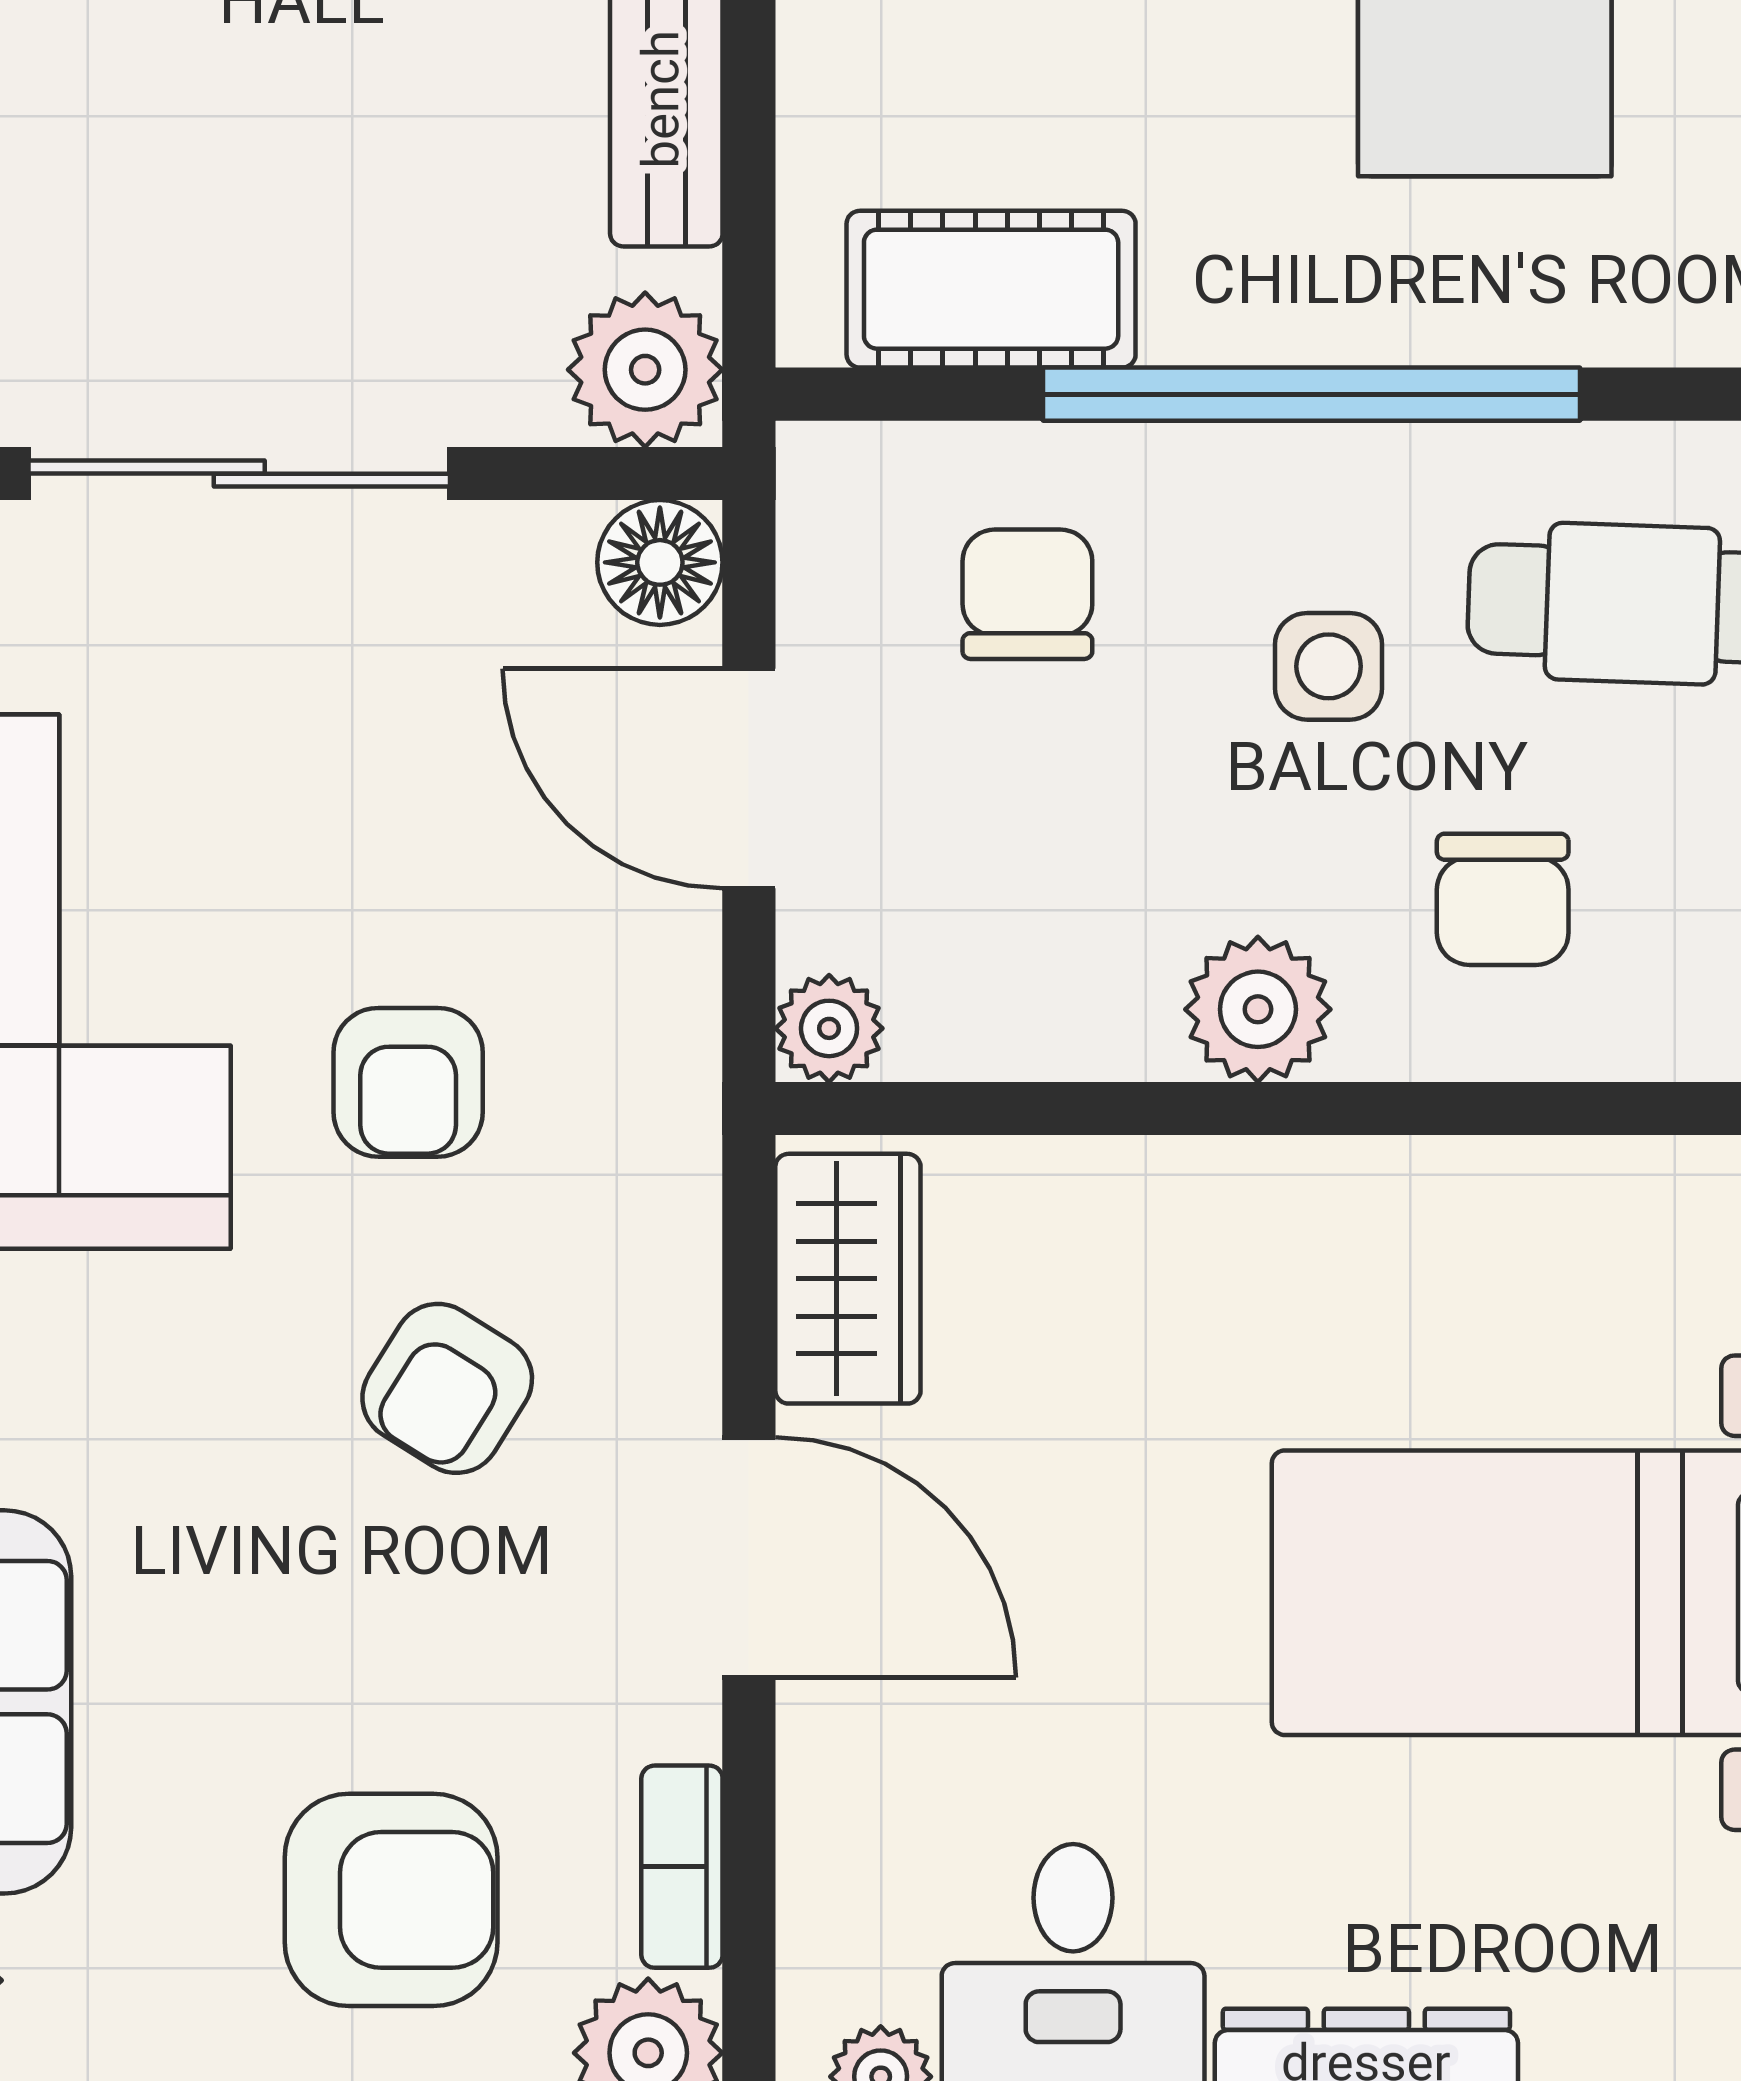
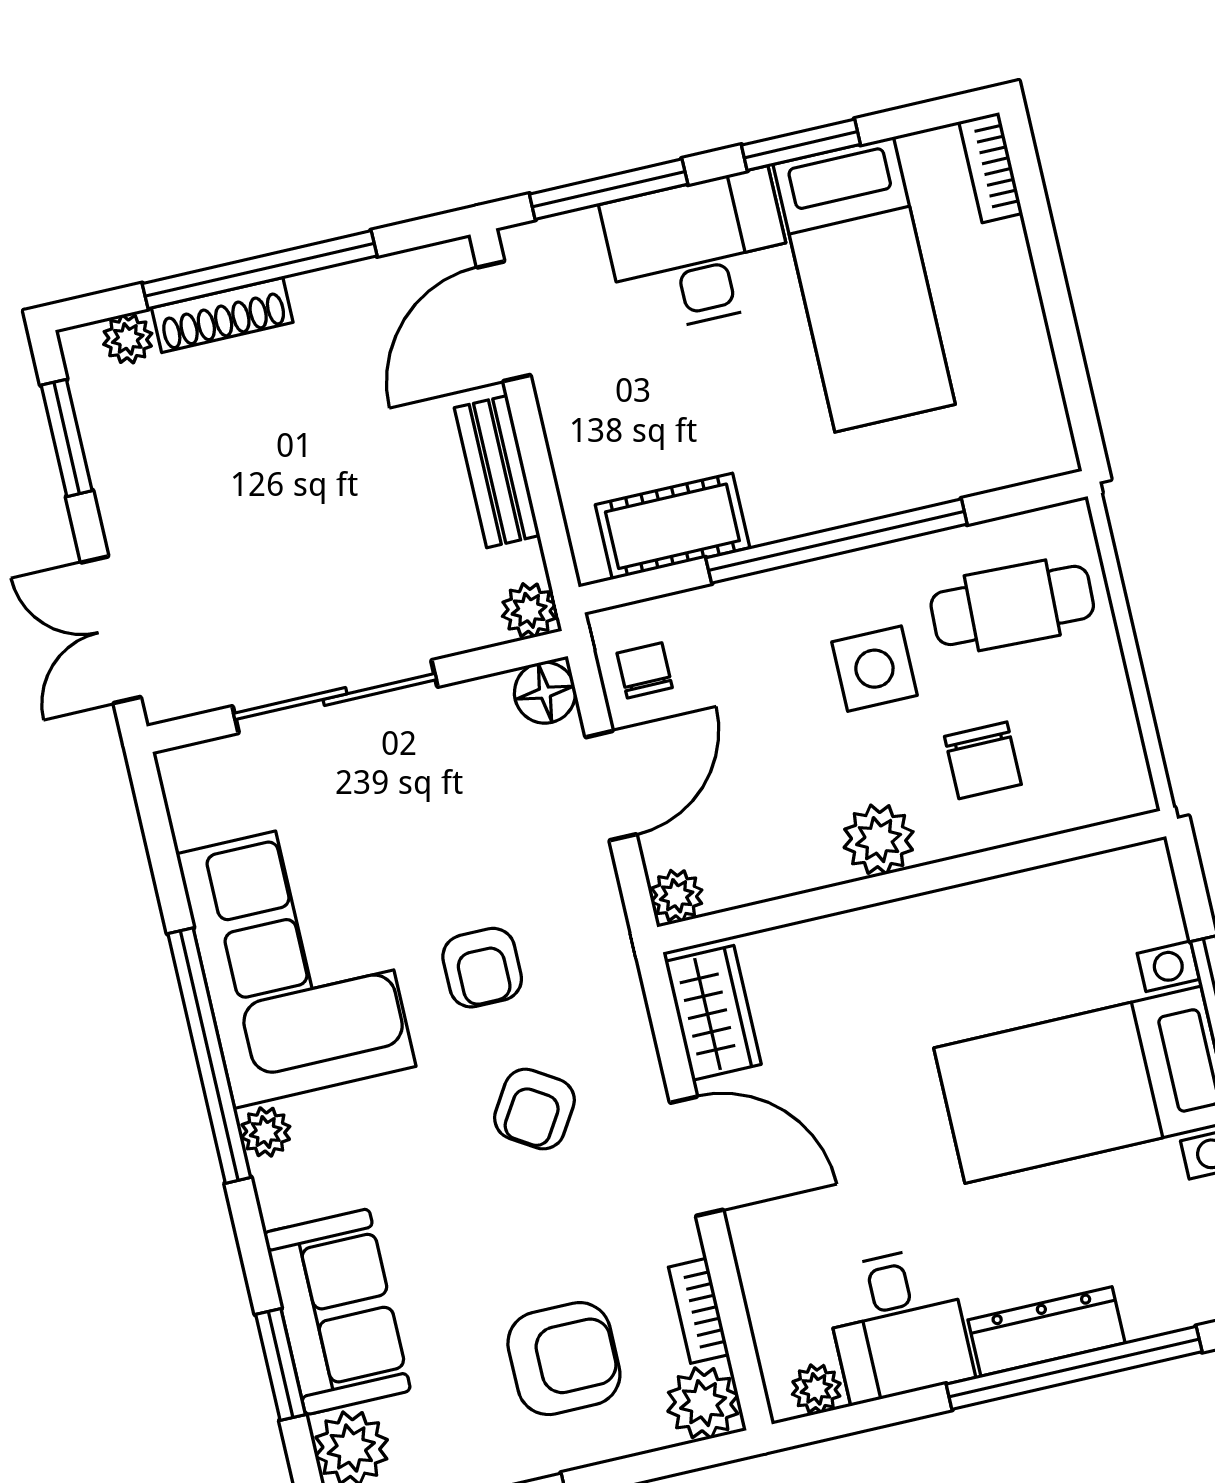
plant: (645, 370) -> (529, 610), width x0.73, depth x0.73
chair: (1027, 594) -> (645, 670), moved, width x0.73, depth x0.73
side table: (1329, 666) -> (874, 669), width x1.37, depth x1.37
door: (749, 779) -> (611, 786), swing flipped

